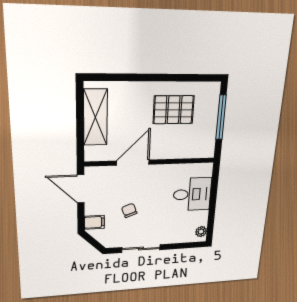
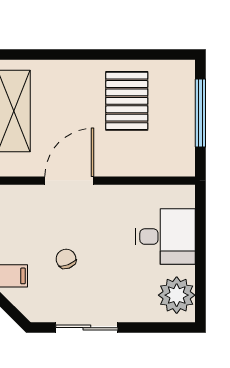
pallet: (174, 110) -> (127, 101), turned 90
plant: (201, 232) -> (177, 295), width x1.87, depth x1.87

